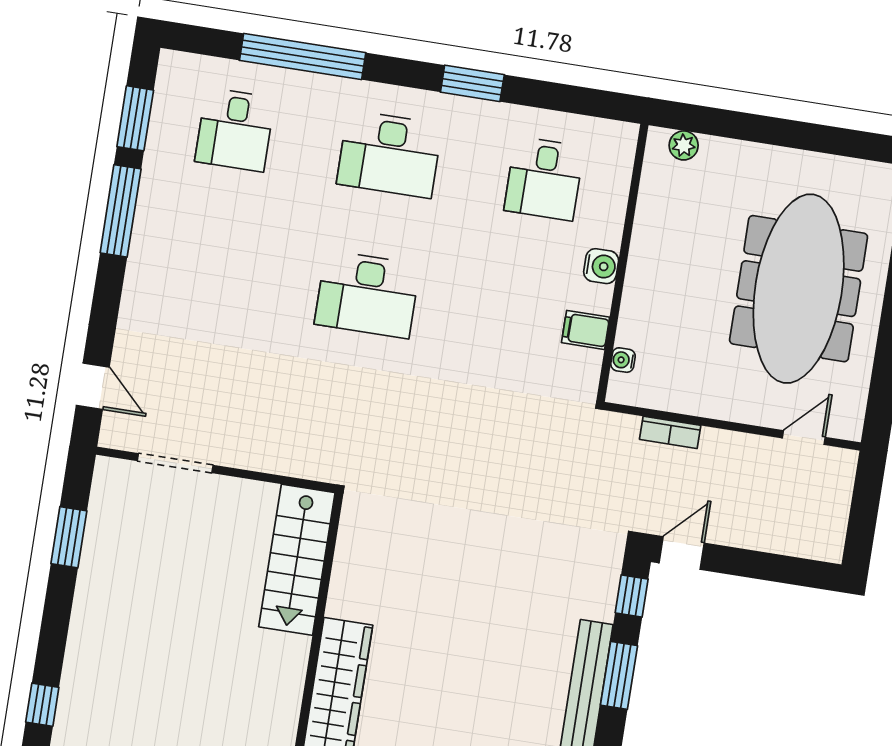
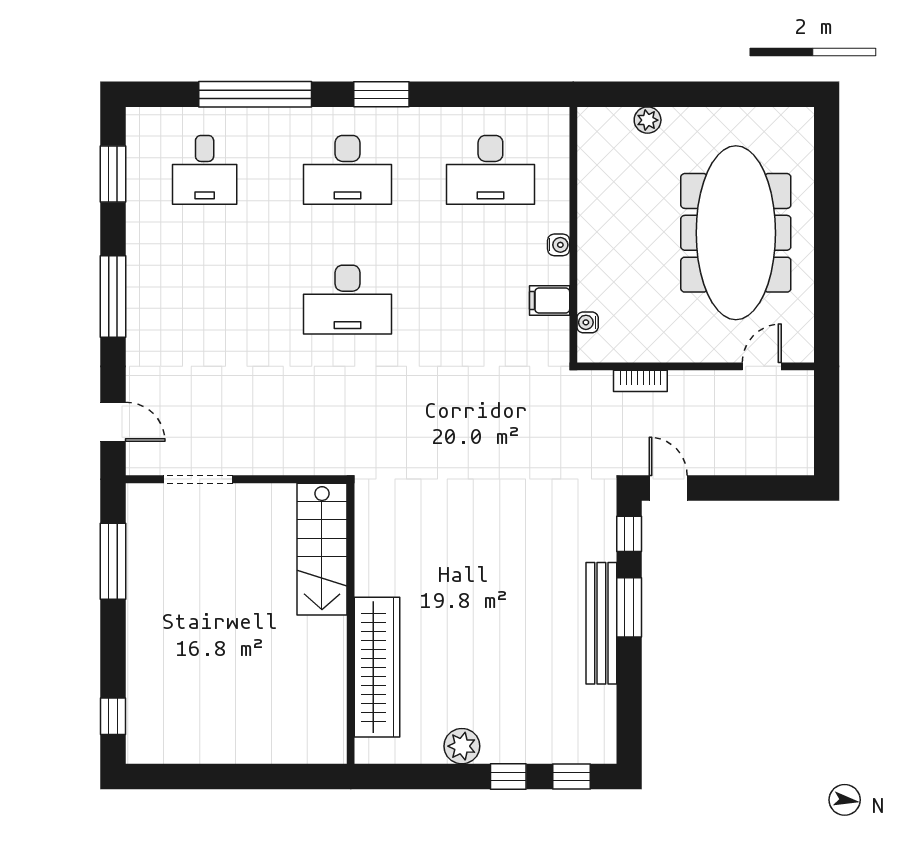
window: (472, 83) -> (381, 94), moved
plant: (684, 145) -> (648, 120), moved
desk: (544, 179) -> (490, 170), width x1.37
window: (121, 211) -> (113, 296), moved
water cooler: (601, 266) -> (559, 245), width x0.72, depth x0.72
window: (69, 537) -> (113, 561), width x1.44
door: (682, 553) -> (668, 488), hinge flipped

